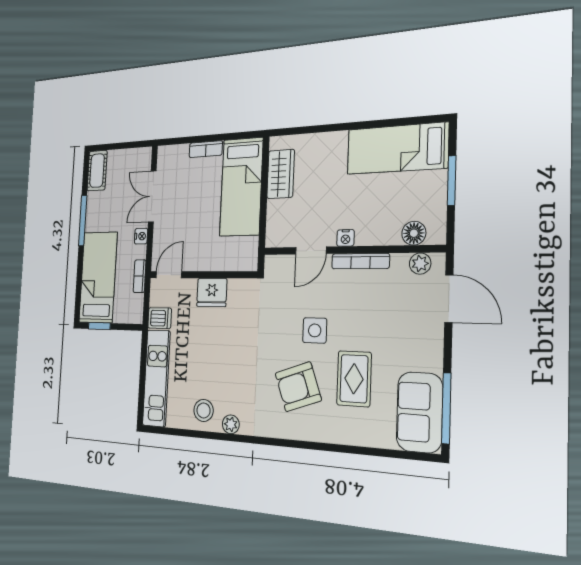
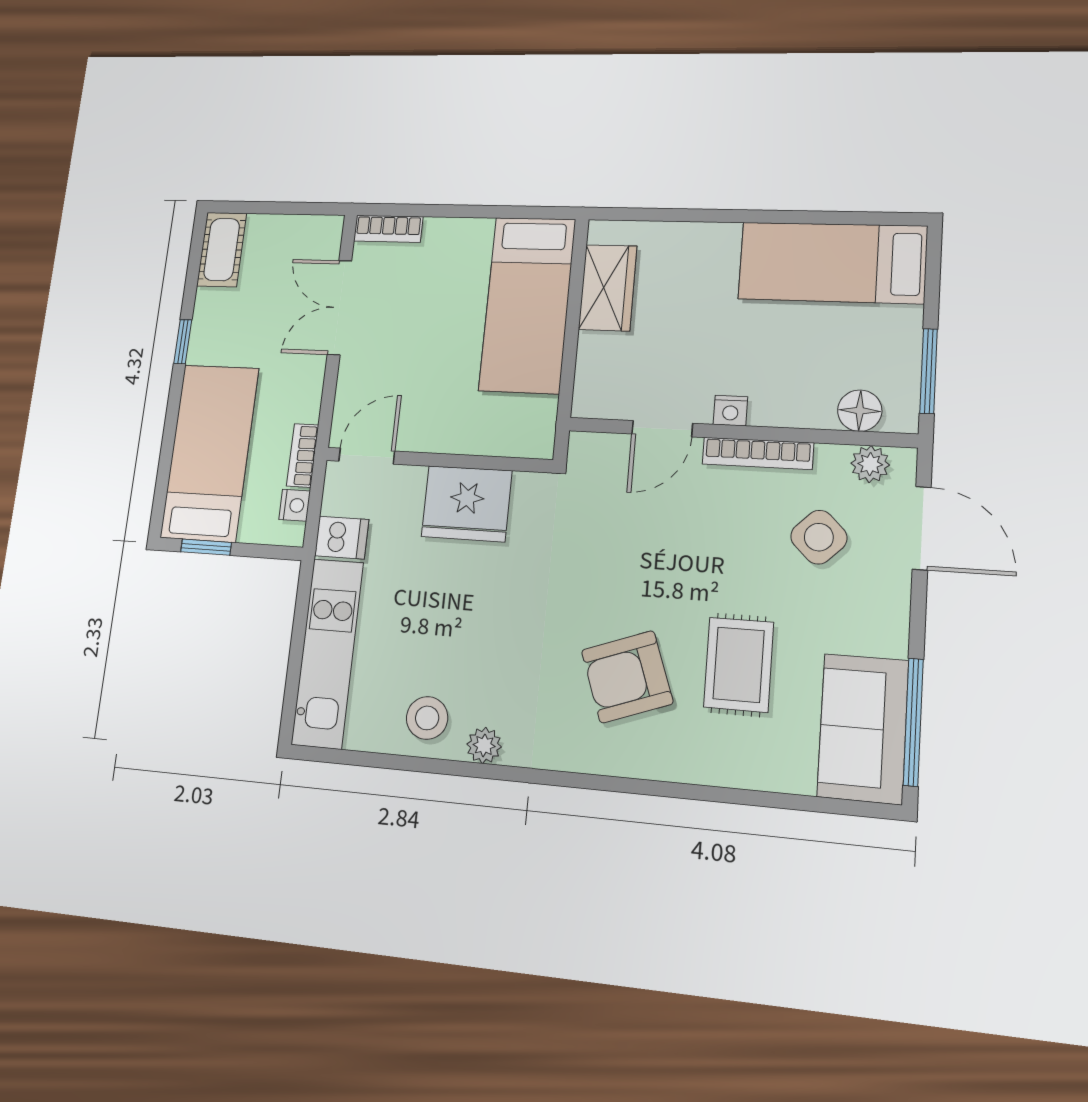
bookcase: (206, 149) -> (388, 229), moved
window: (452, 181) -> (929, 371), moved
window: (83, 221) -> (183, 342), width x0.46
nightstand: (141, 236) -> (295, 505), moved
fridge: (212, 292) -> (467, 504), width x1.36, depth x1.34
side table: (315, 330) -> (819, 537), moved, turned 45

